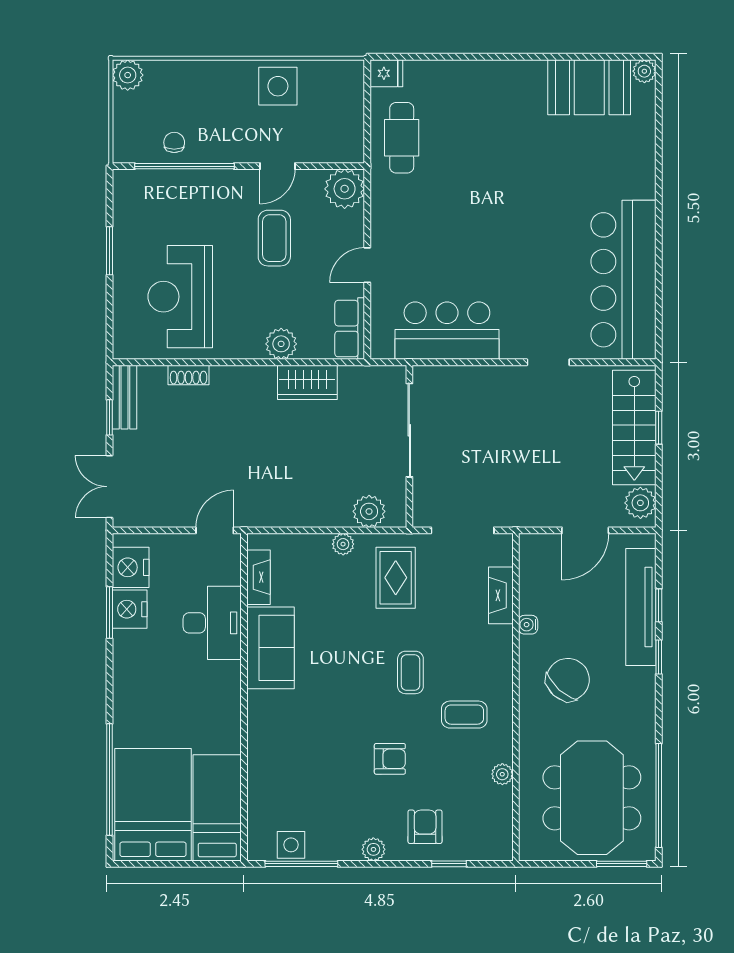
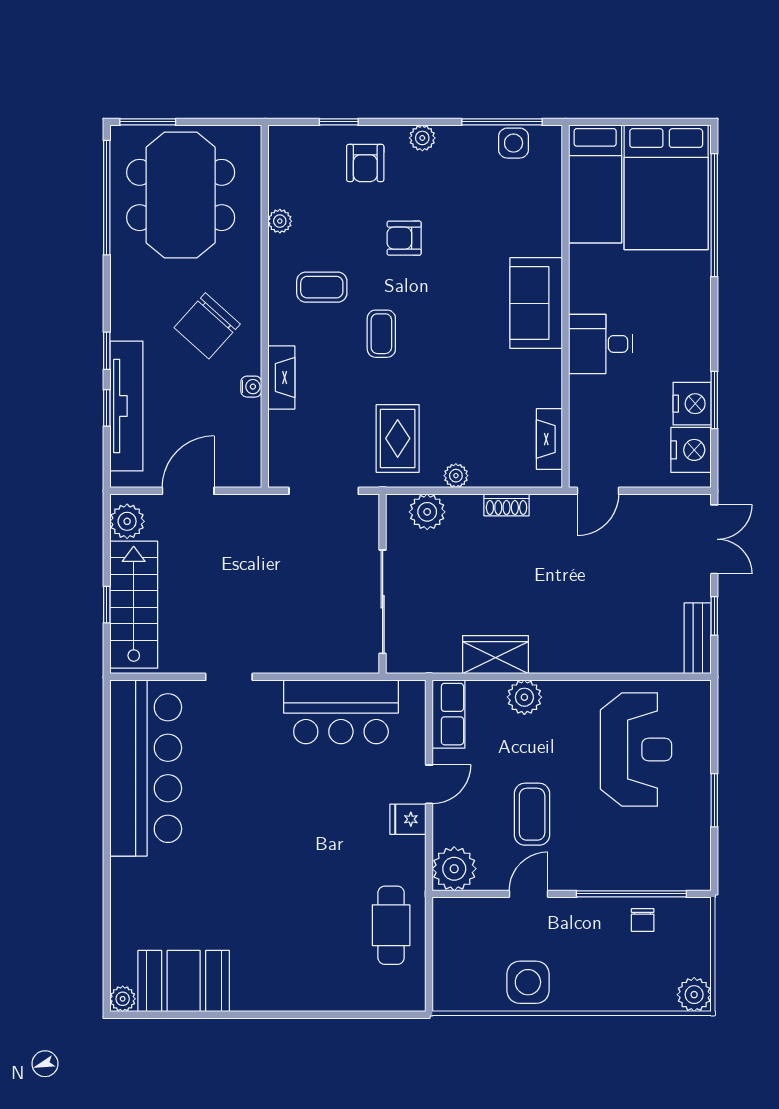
fridge: (386, 73) -> (408, 819), moved
shoe rack: (189, 375) -> (507, 505), moved, turned 180
fireplace: (501, 595) -> (281, 377), moved
desk: (212, 623) -> (601, 344), moved, width x0.73
sofa: (271, 648) -> (536, 303), moved

